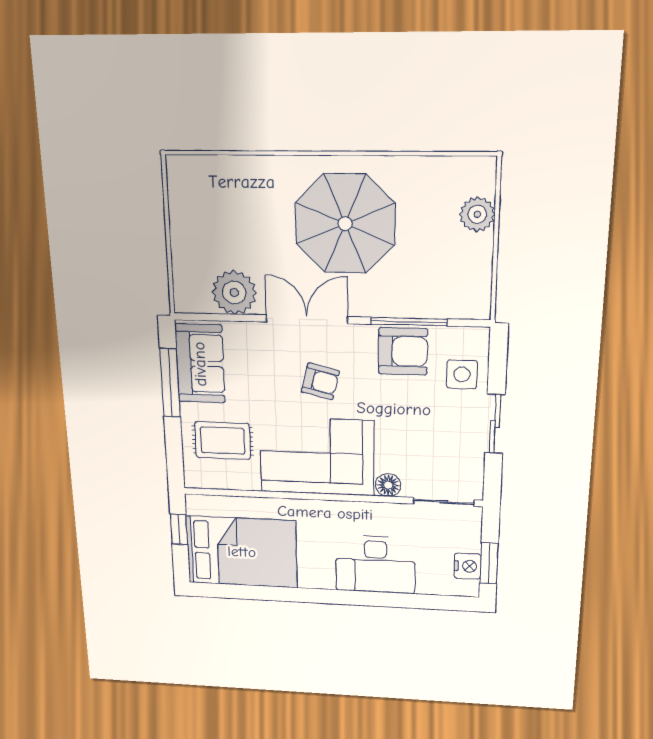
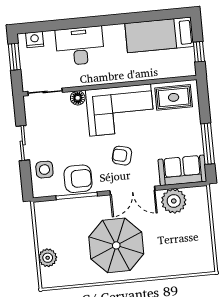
armchair: (403, 351) -> (78, 179), turned 180
sofa: (200, 364) -> (182, 170), moved, turned 90
rug: (223, 441) -> (174, 97), moved
bed: (242, 552) -> (159, 35), width x0.67
nightstand: (467, 566) -> (35, 40), moved, turned 90

